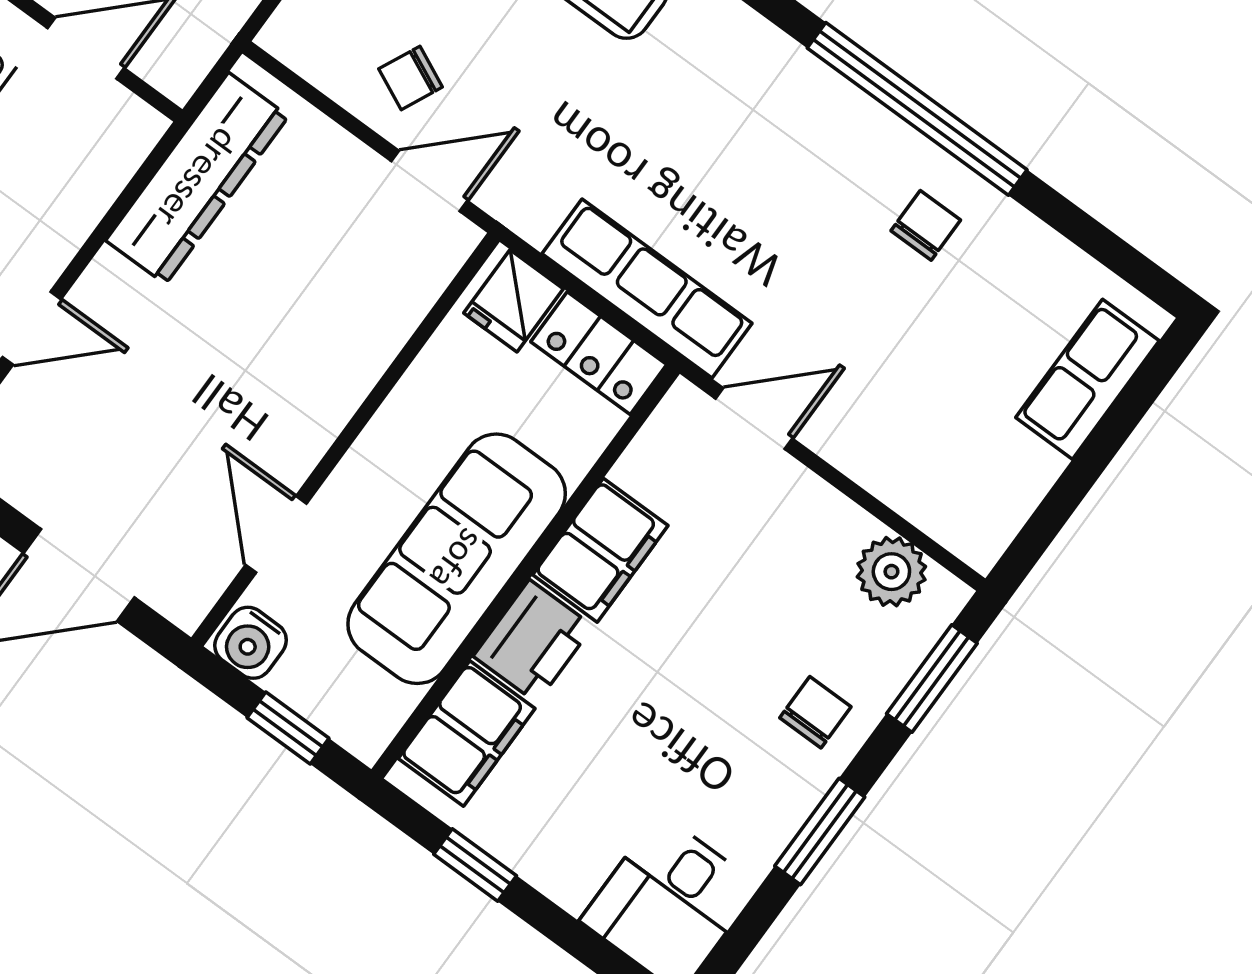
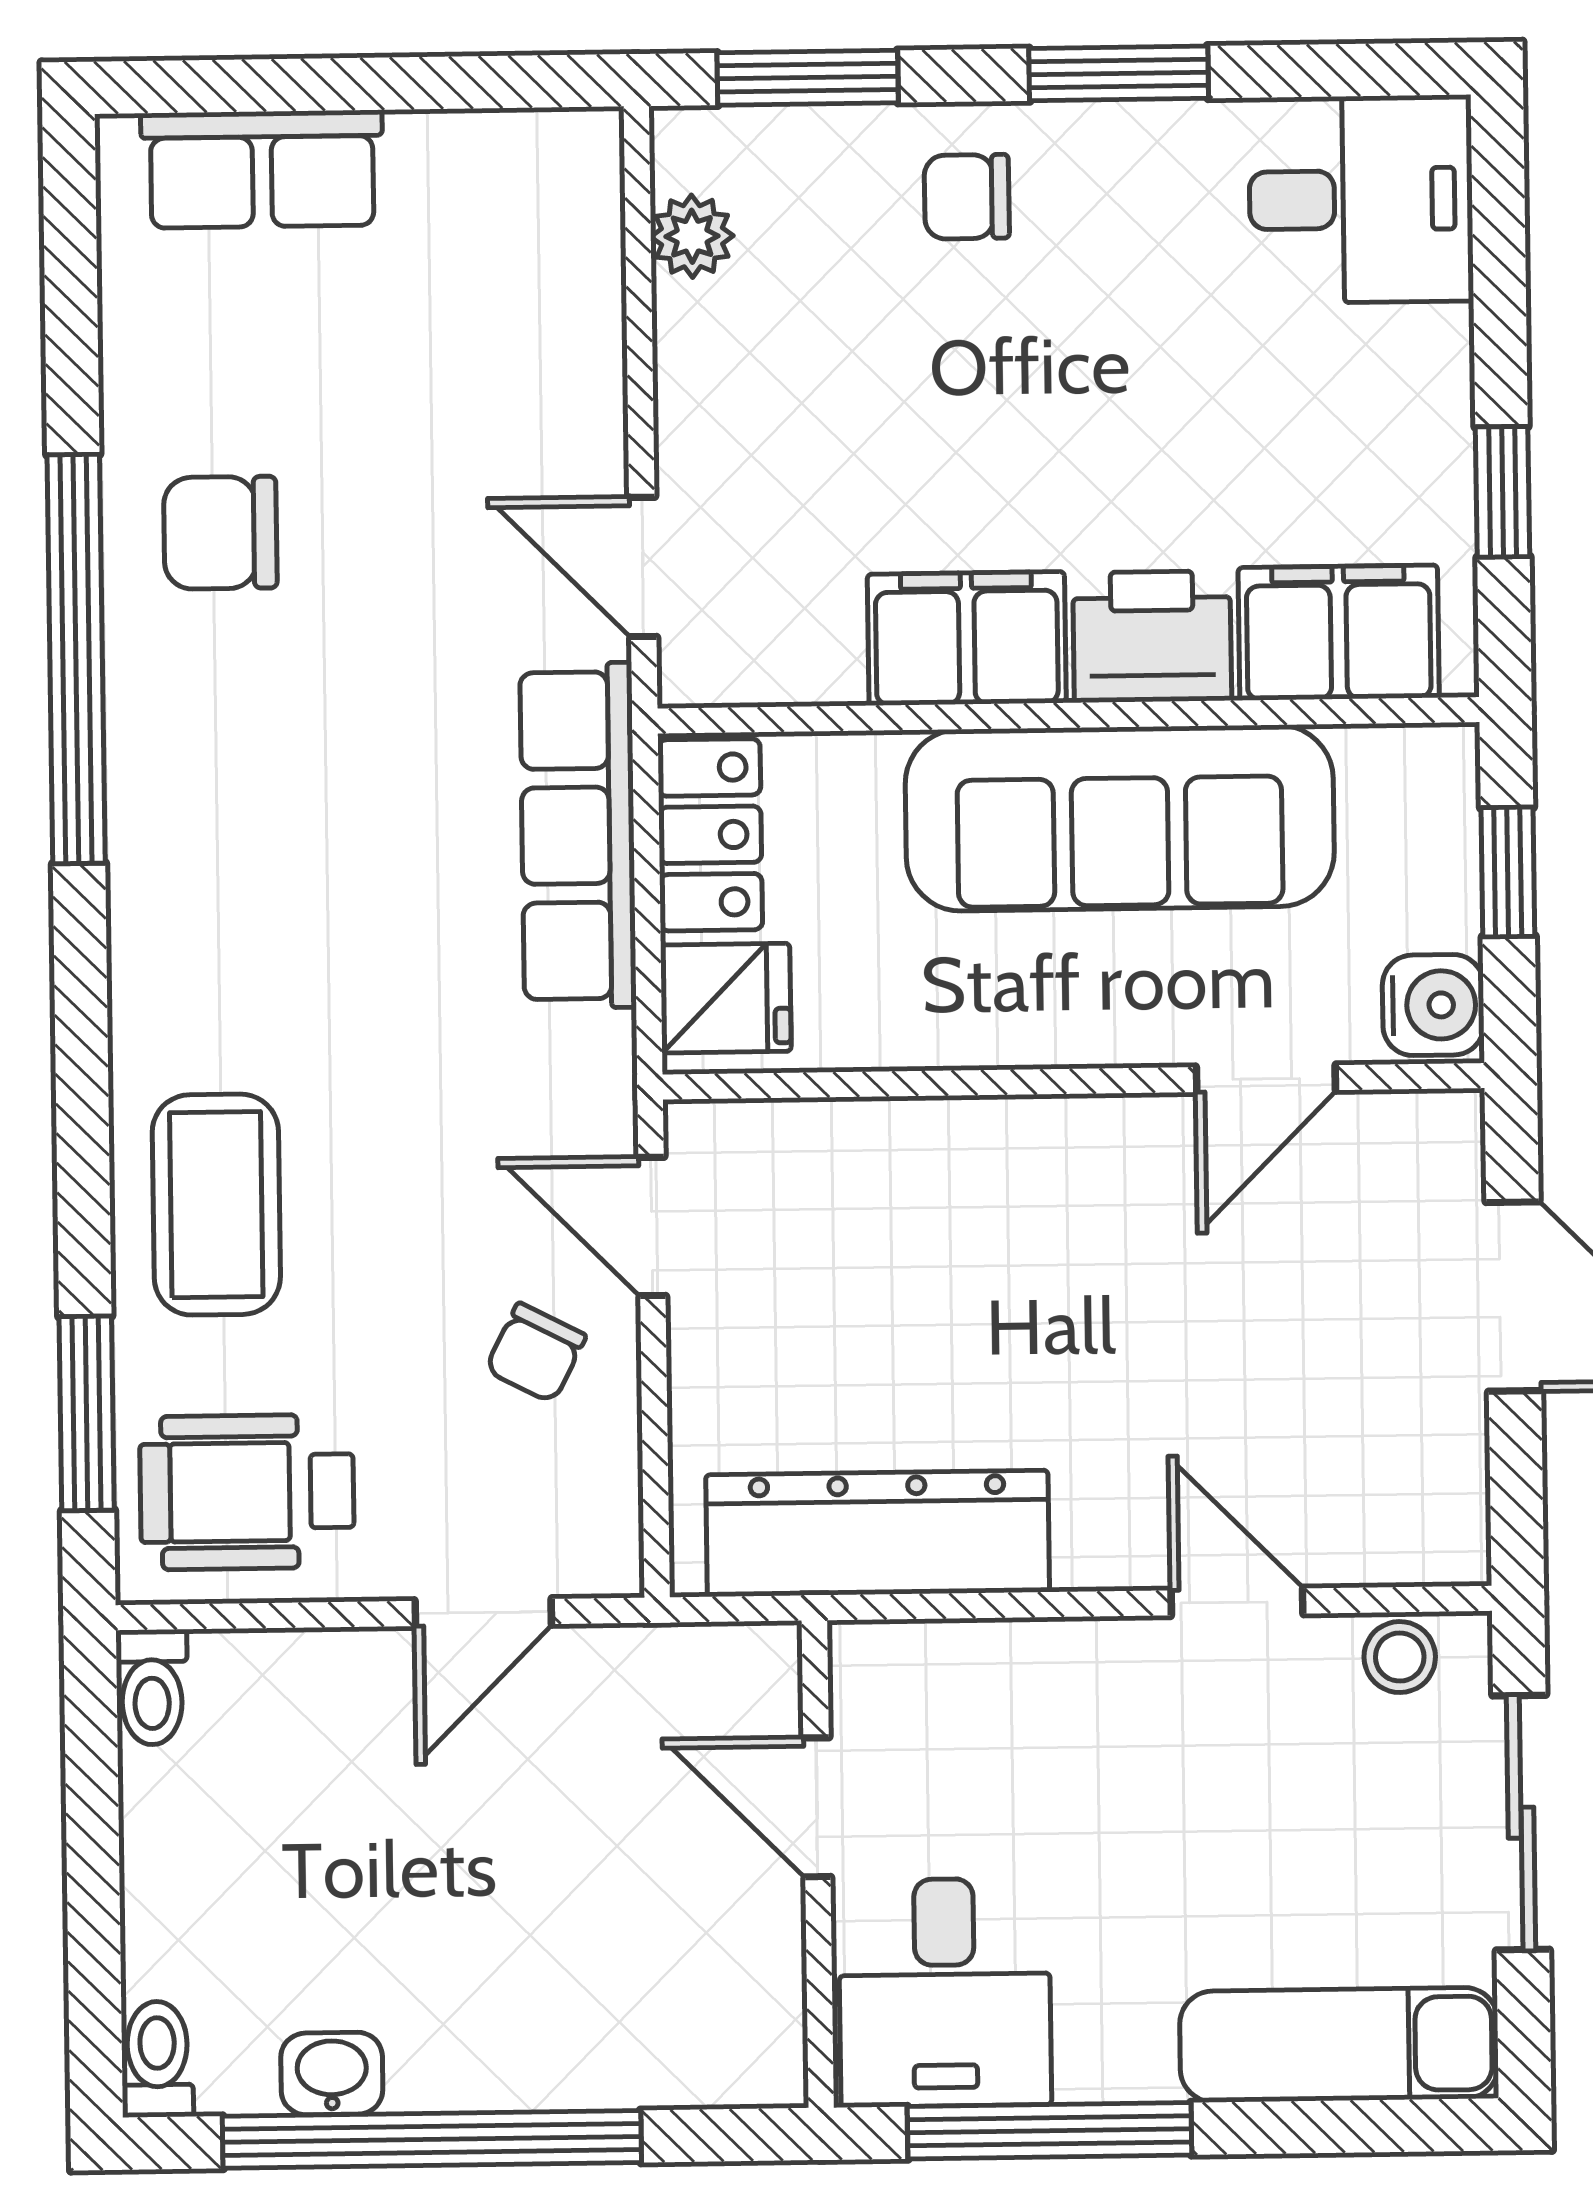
chair: (411, 78) -> (536, 1353), turned 92
chair: (926, 225) -> (220, 533), width x1.37, depth x1.37
plant: (891, 572) -> (692, 236), width x0.73, depth x0.73

